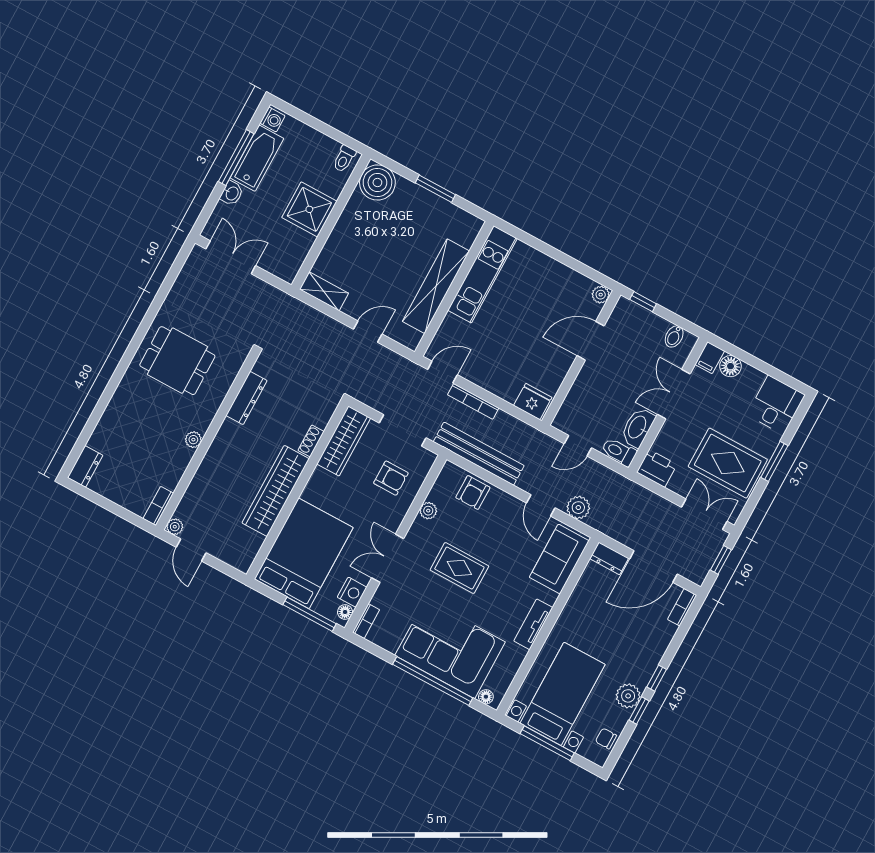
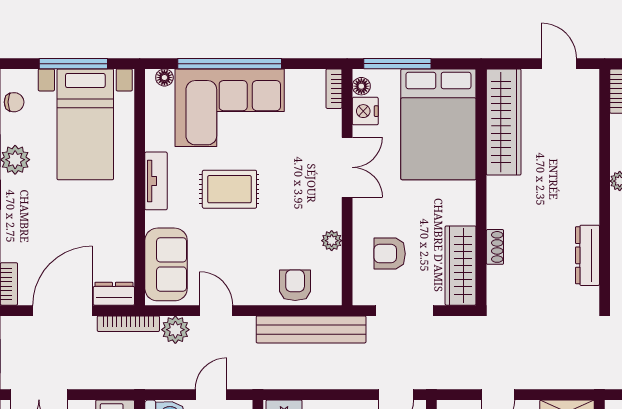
bookcase: (473, 401) -> (128, 324), moved, turned 180
wardrobe: (276, 491) -> (504, 122), moved
plant: (175, 527) -> (590, 79), removed
rug: (459, 568) -> (229, 189), moved

